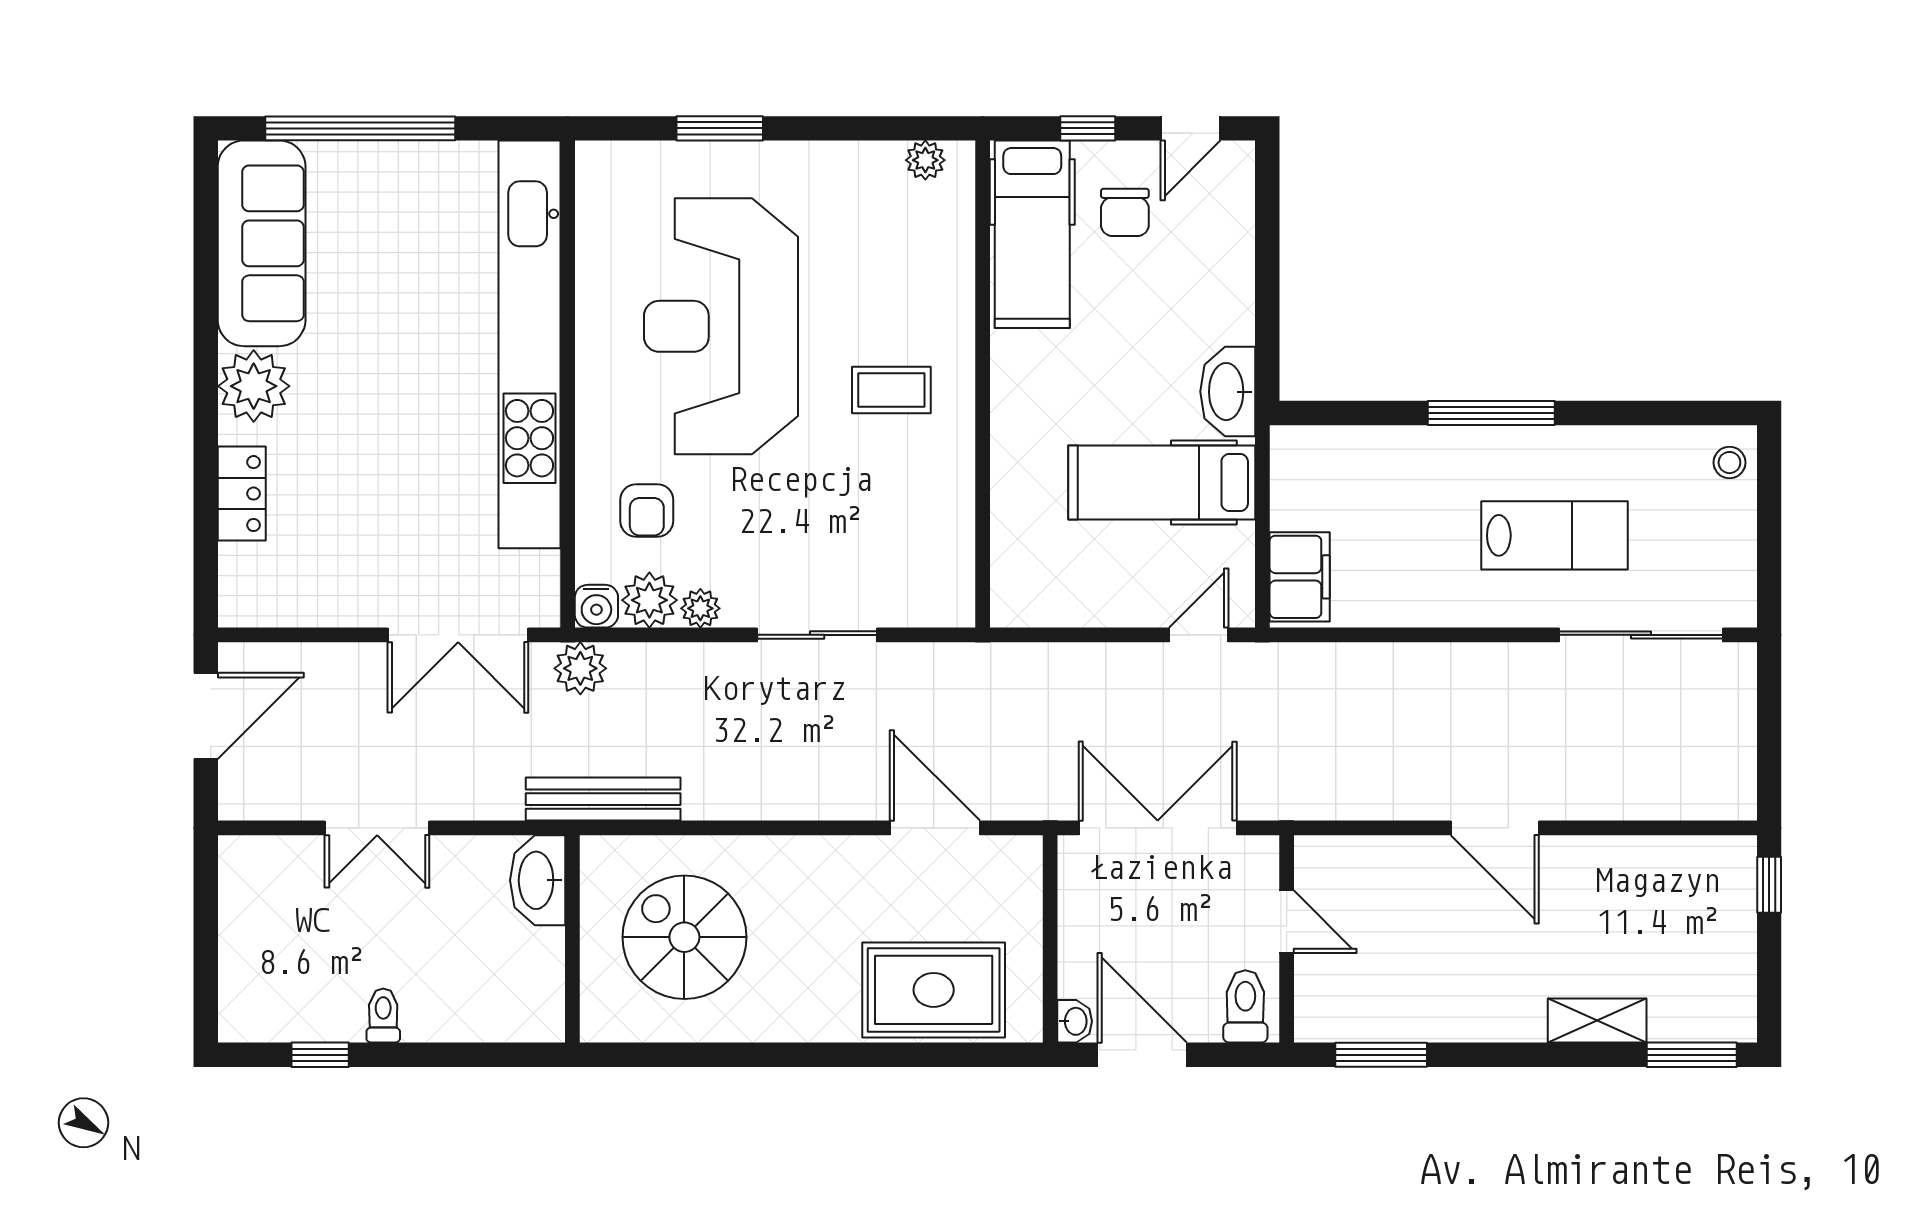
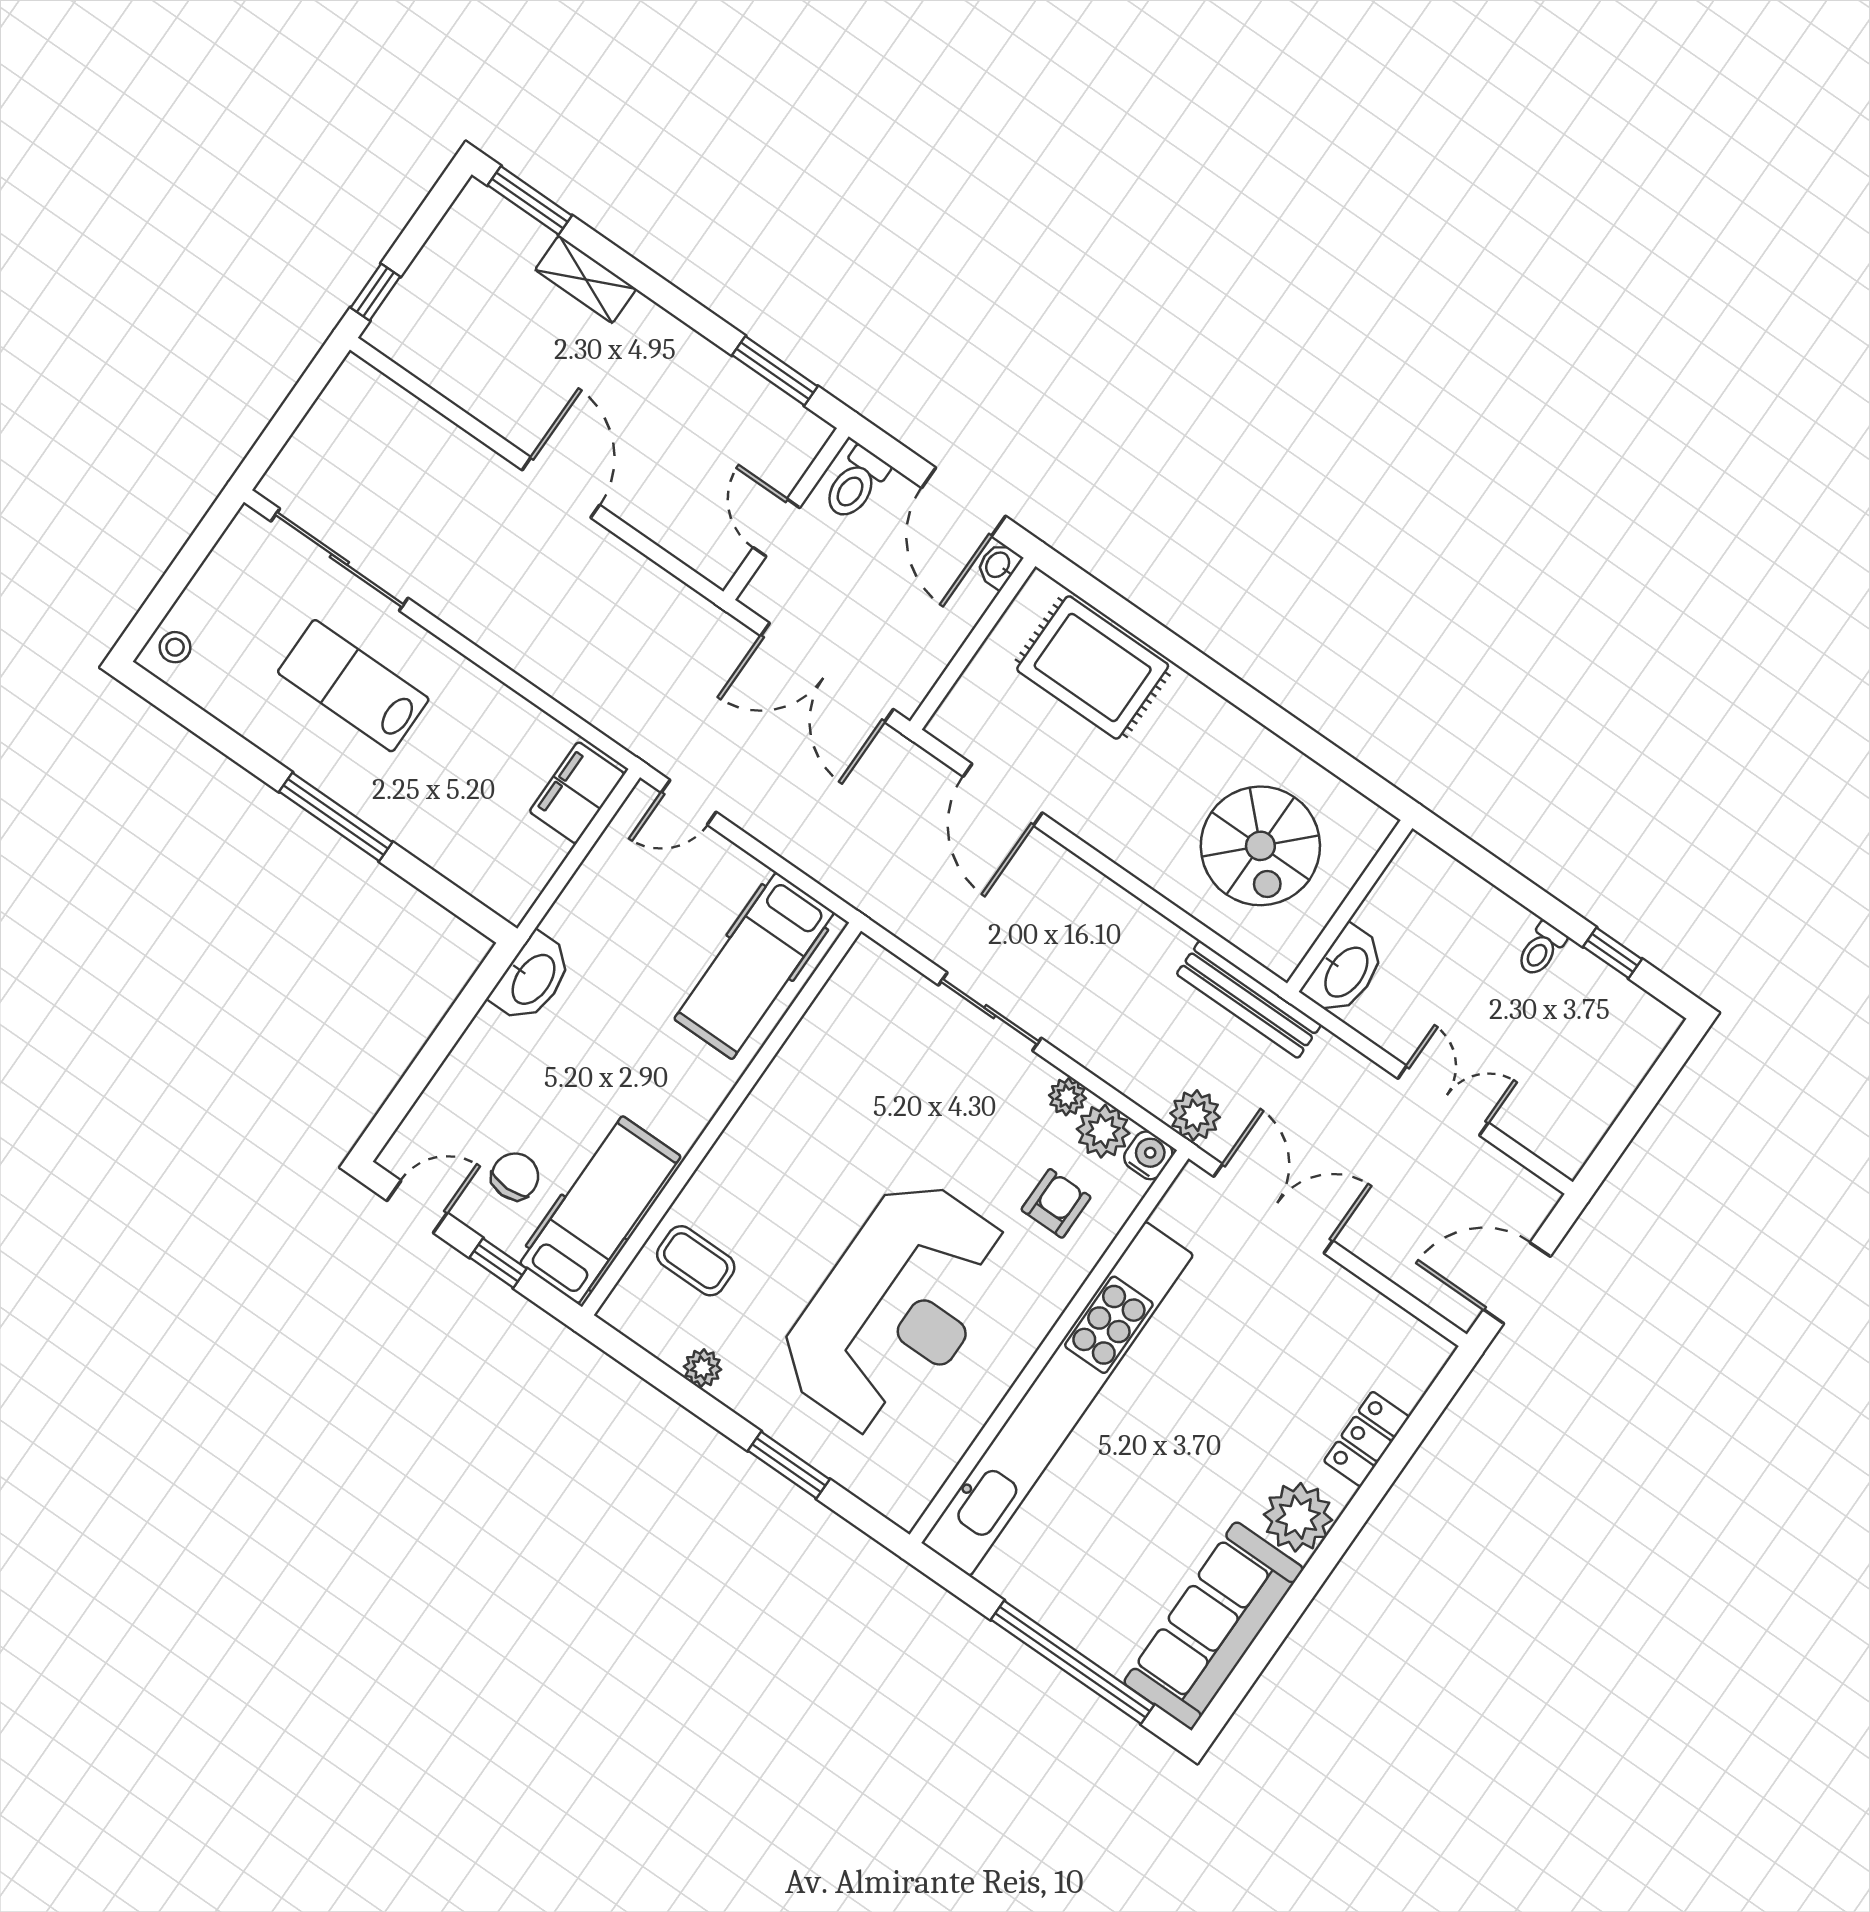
plant: (925, 160) -> (703, 1368), moved
coffee table: (891, 390) -> (696, 1261), moved
hospital bed: (1162, 483) -> (754, 966), moved, turned 90

